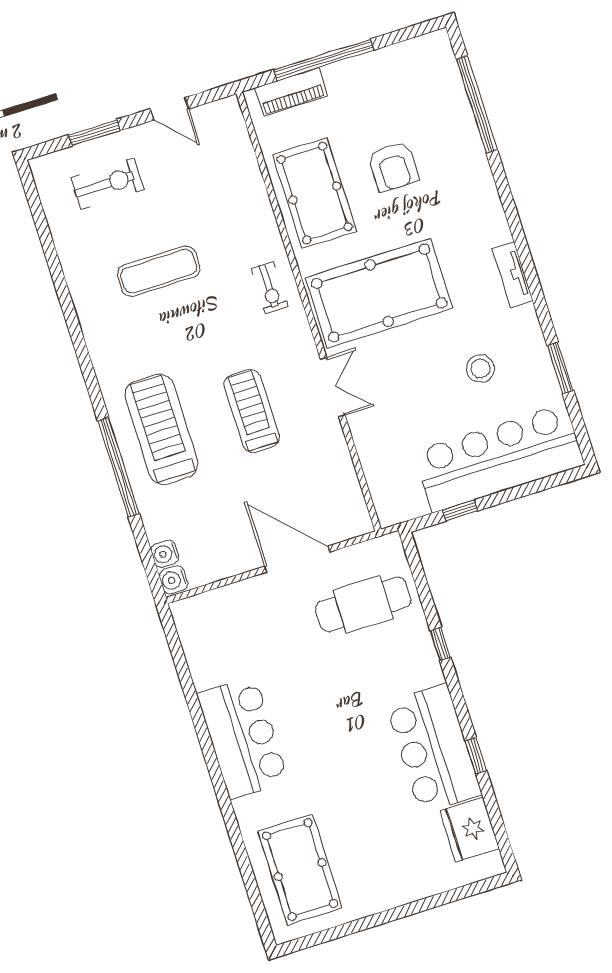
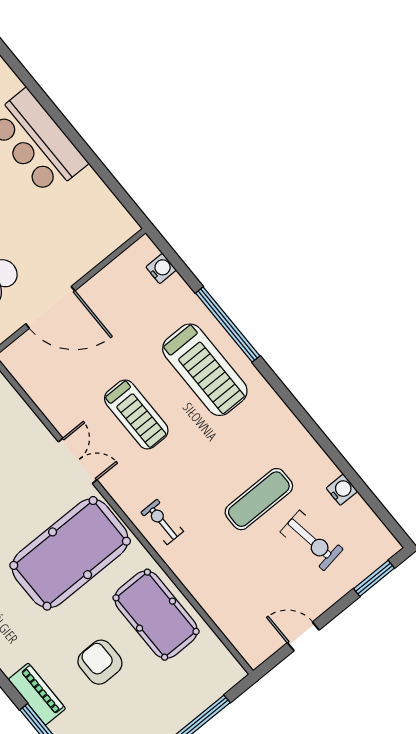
piano: (291, 92) -> (37, 694), moved, turned 90
window: (94, 133) -> (374, 578), moved
exercise bike: (107, 184) -> (312, 540), moved, turned -99
double door: (333, 387) -> (78, 461), swing flipped
water cooler: (174, 580) -> (342, 490), moved

